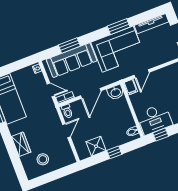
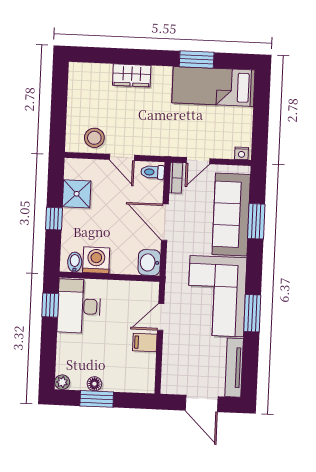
door: (142, 74) -> (161, 317), hinge flipped
filing cabinet: (131, 87) -> (145, 342), moved
washing machine: (126, 121) -> (96, 260), added
stool: (43, 159) -> (94, 138), moved

